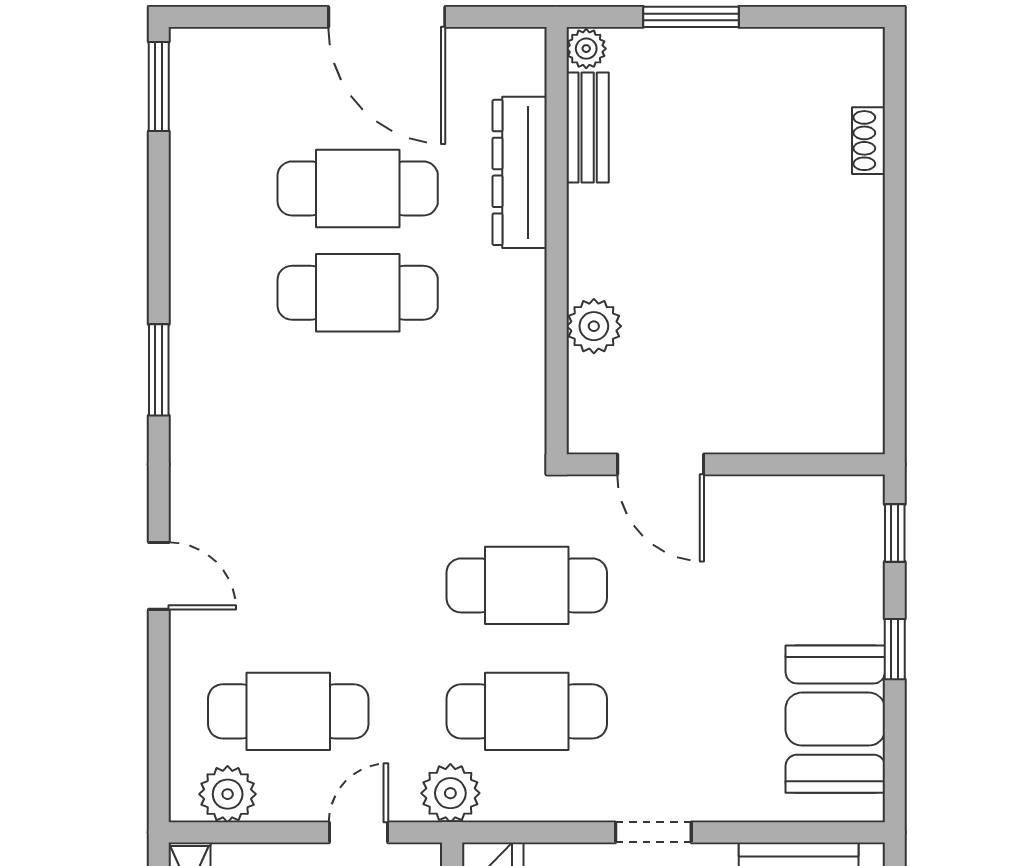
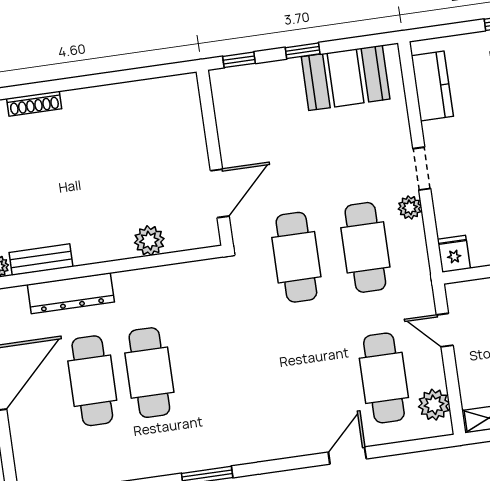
shoe rack: (869, 141) -> (34, 104), width x1.43
door: (159, 576) -> (347, 456), moved
plant: (450, 793) -> (410, 207), moved, width x0.73, depth x0.73

